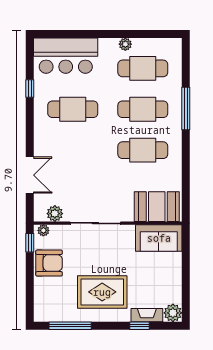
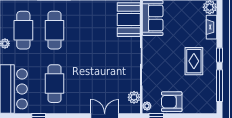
cafe table: (143, 150) -> (86, 30), removed
armchair: (49, 263) -> (172, 102), turned -90
rug: (102, 292) -> (194, 61), width x0.73, depth x0.70
window: (140, 326) -> (220, 55), moved

